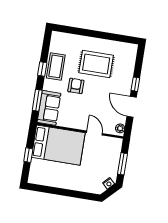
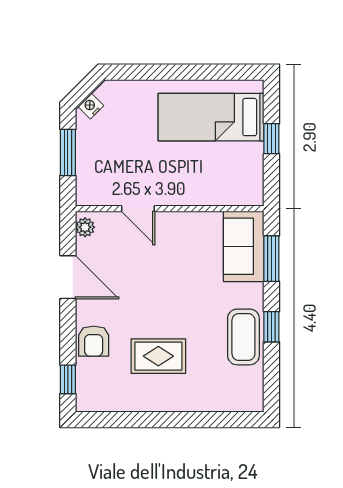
rug: (96, 64) -> (158, 356), width x0.73, depth x0.70
window: (135, 84) -> (68, 379), moved
armchair: (76, 86) -> (94, 341), moved
bed: (58, 145) -> (211, 117), moved, width x0.67

